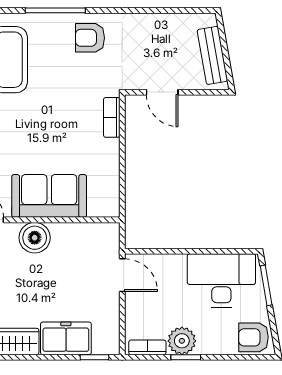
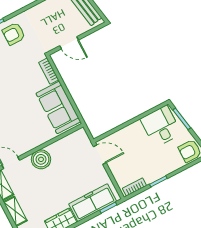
sofa: (49, 196) -> (58, 108), moved, turned -90
desk: (221, 280) -> (161, 126), width x0.73
freezer: (66, 338) -> (93, 203), width x1.40
plant: (182, 341) -> (151, 174), removed

